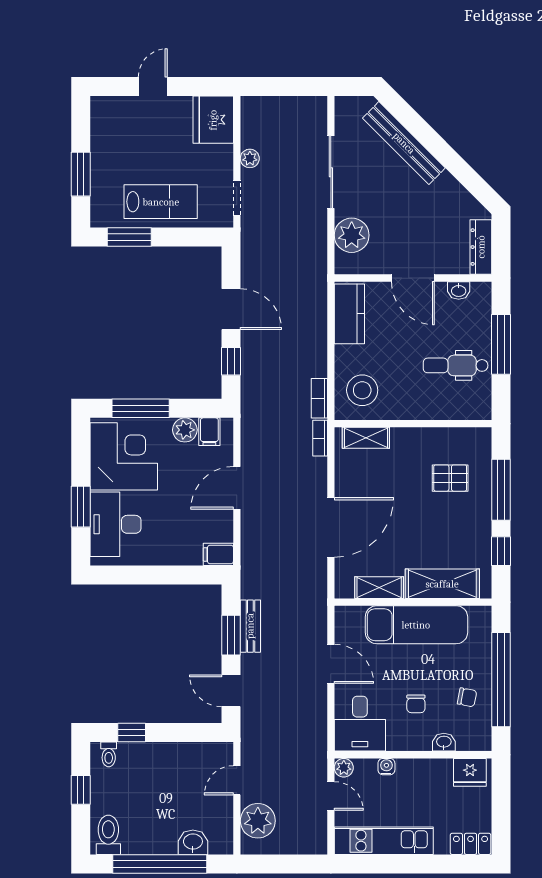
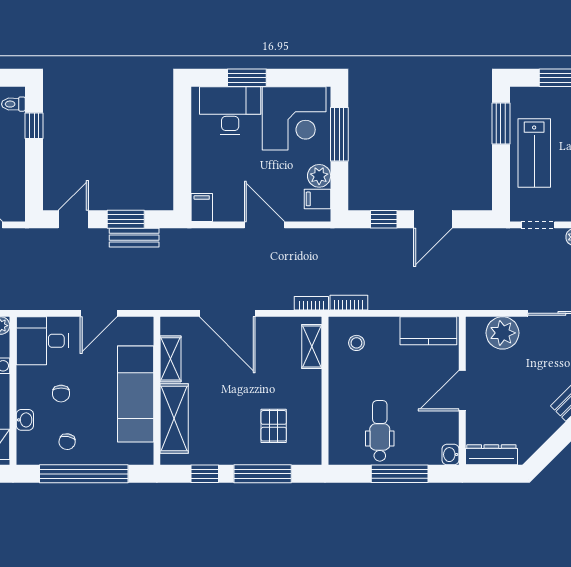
washbasin: (459, 290) -> (450, 455), moved
stool: (362, 390) -> (356, 343), width x0.53, depth x0.53
chair: (416, 704) -> (61, 394), turned -90

